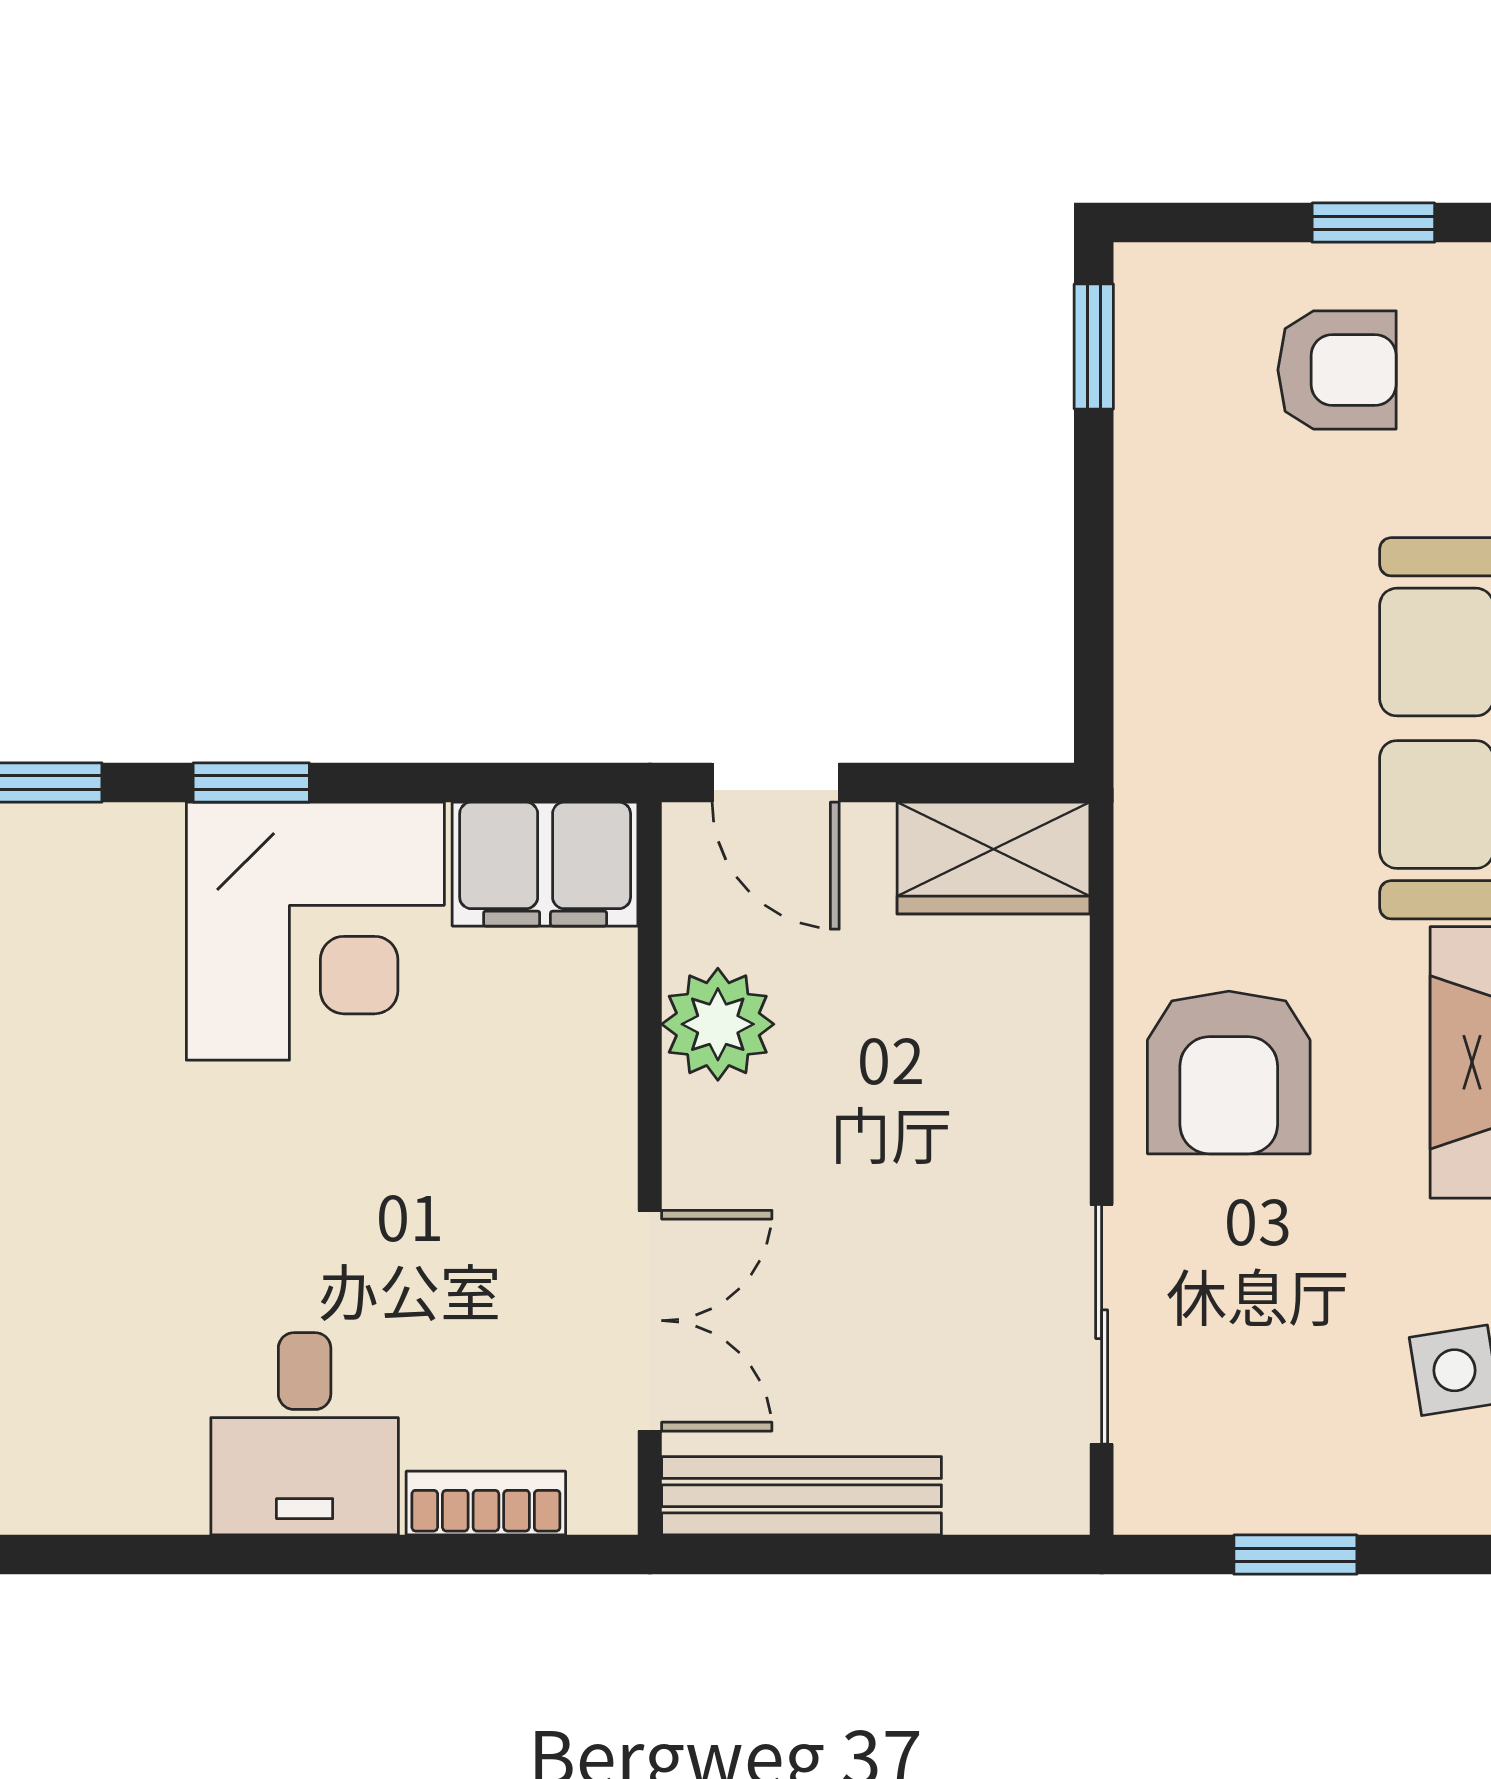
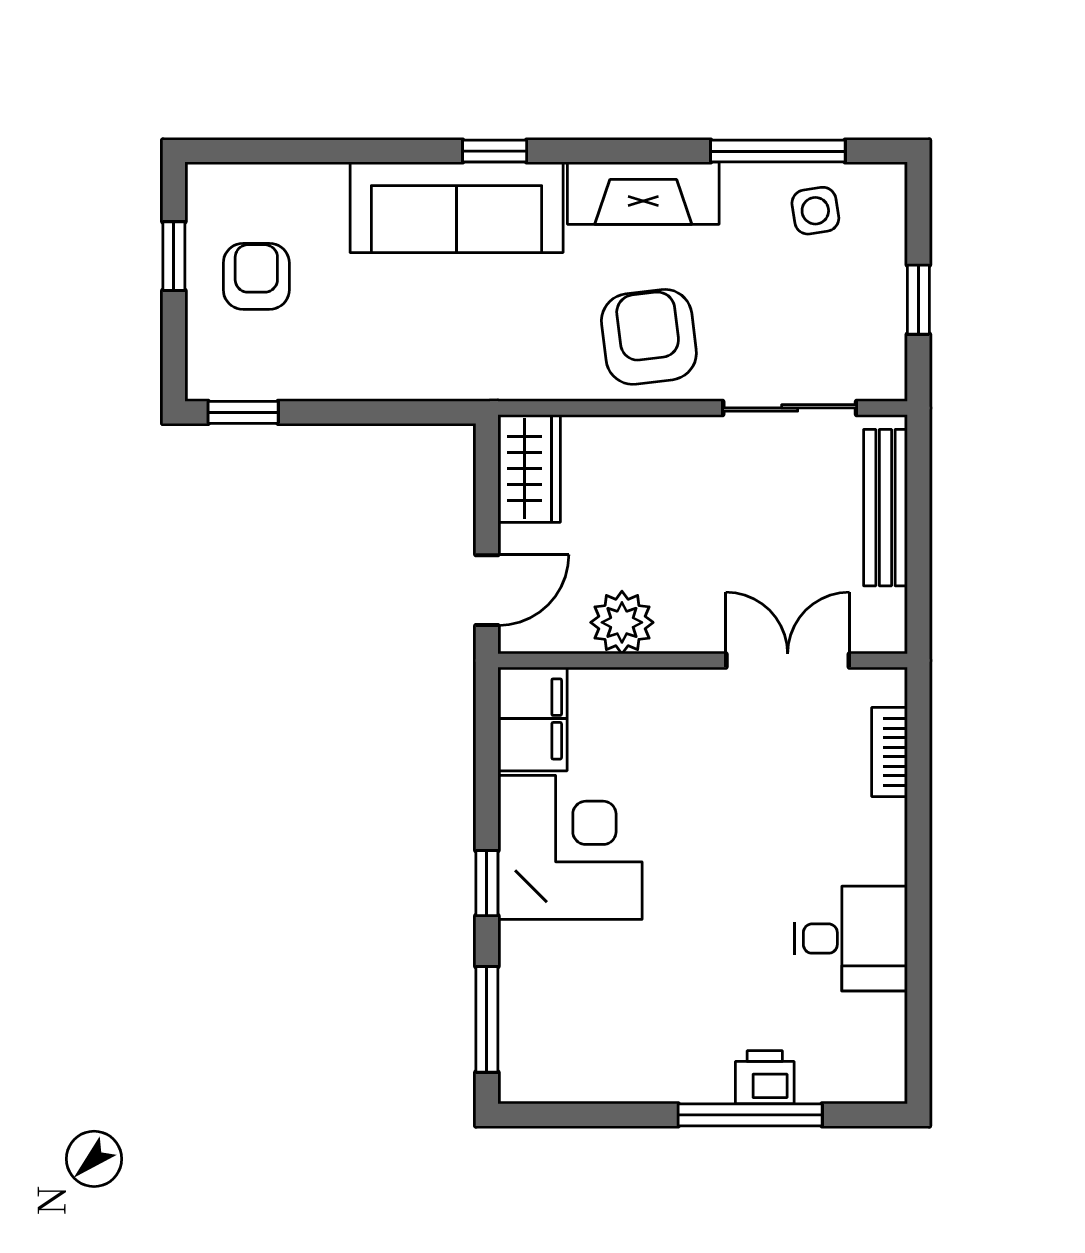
armchair: (1229, 1073) -> (649, 337), turned -97
desk: (305, 1434) -> (851, 939), moved
bench: (802, 1496) -> (885, 508), moved

